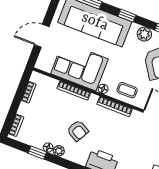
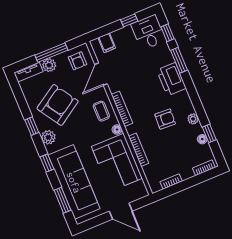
armchair: (78, 131) -> (165, 119), turned 64
floor lamp: (48, 148) -> (202, 139), moved

